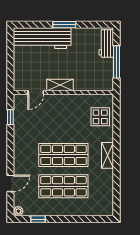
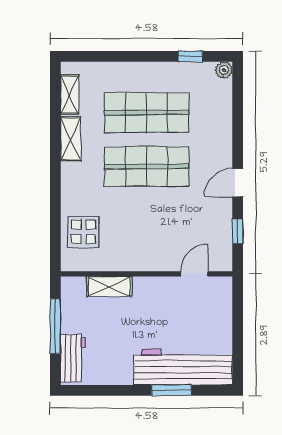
window: (64, 25) -> (172, 390), moved
shelving: (60, 85) -> (109, 286), moved
shelving: (108, 155) -> (71, 139), moved
door: (10, 183) -> (238, 183), moved
shelving: (108, 197) -> (70, 95), added

